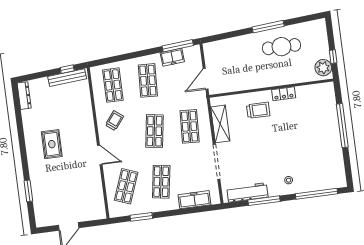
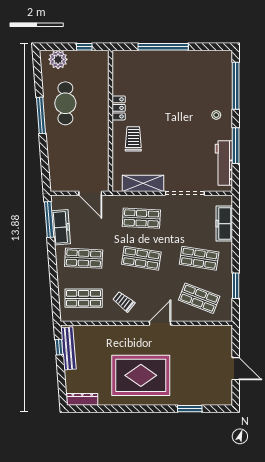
freezer: (172, 57) -> (61, 227), width x1.40
plant: (323, 68) -> (58, 59), moved
rug: (52, 144) -> (141, 375), width x1.86, depth x2.06

